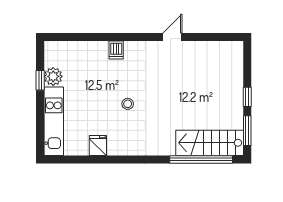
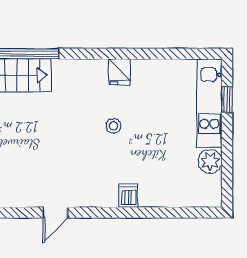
window: (40, 80) -> (227, 100), moved
fridge: (98, 145) -> (120, 72), moved

